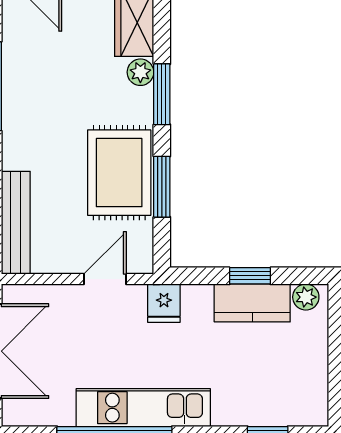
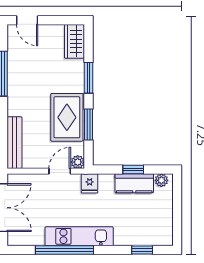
plant: (140, 72) -> (78, 162), moved

